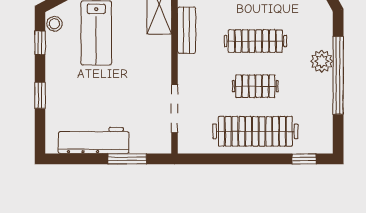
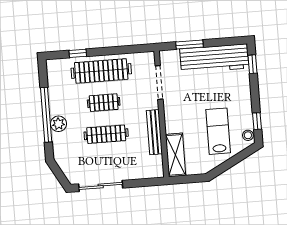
bench: (187, 30) -> (154, 132), width x1.36
window: (40, 95) -> (253, 64), moved
workbench: (94, 140) -> (214, 59), width x1.36, depth x1.32
window: (304, 159) -> (78, 53), moved

